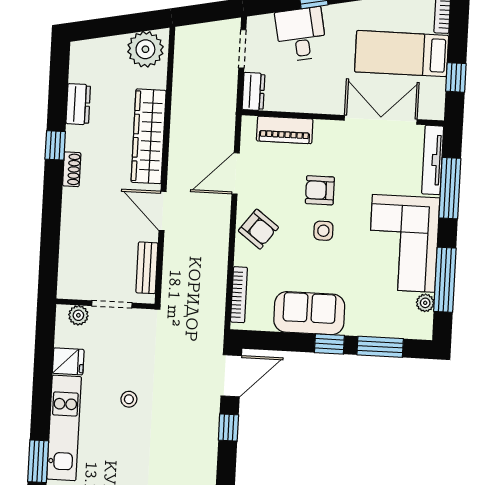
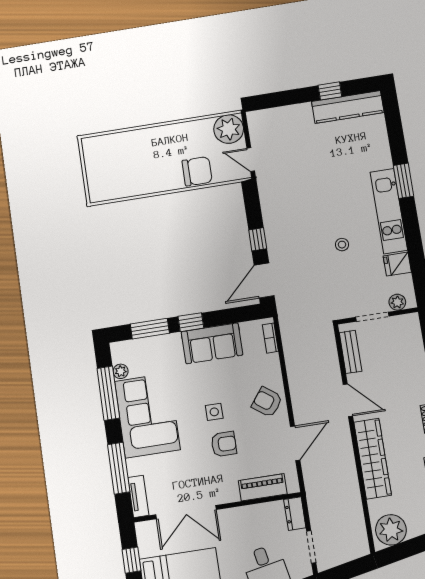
tv unit: (433, 160) -> (138, 496), width x0.71
bookcase: (239, 295) -> (270, 338), width x0.64

